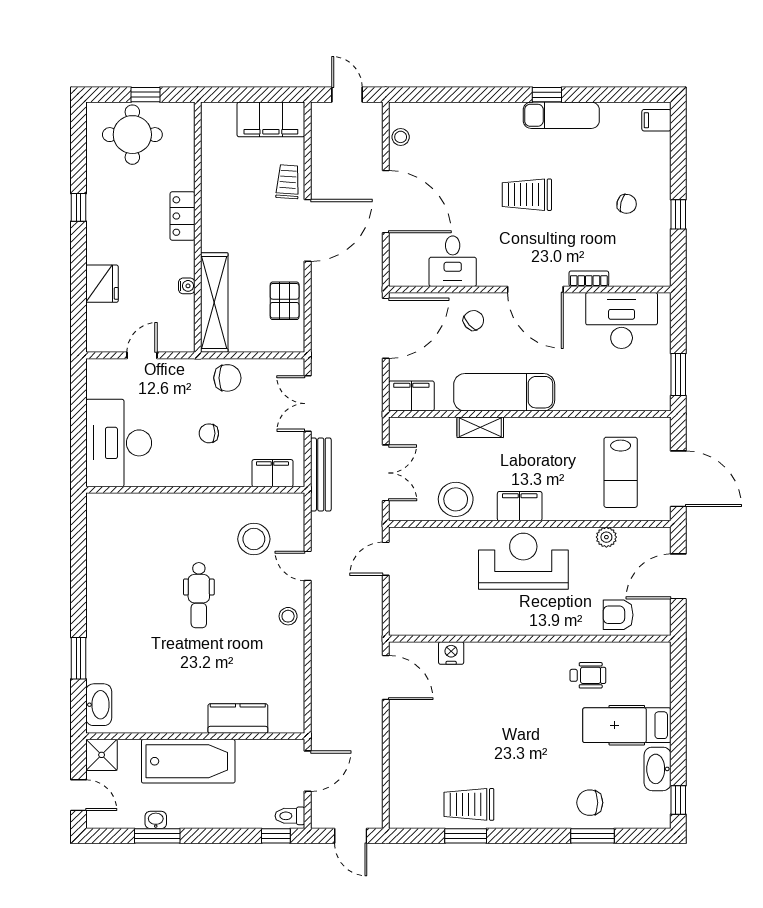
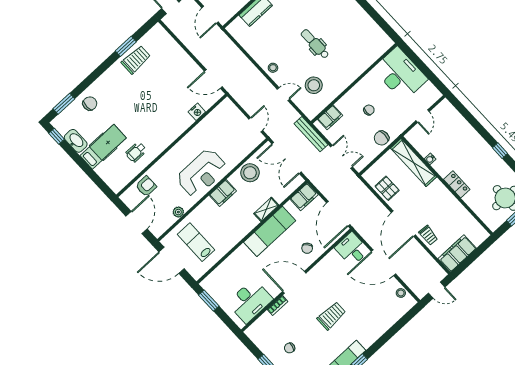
desk: (453, 261) -> (352, 249), moved
fridge: (102, 284) -> (464, 130), removed
double door: (386, 473) -> (286, 158), width x1.37
window: (592, 836) -> (64, 104), moved

